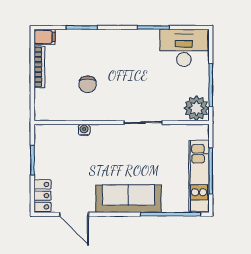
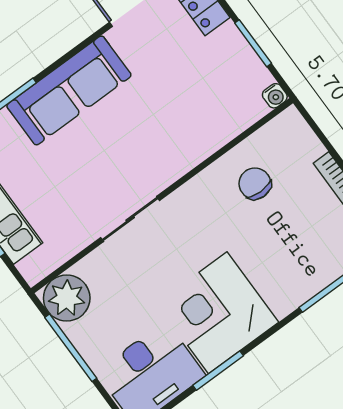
corner desk: (135, 53) -> (218, 313), added
chair: (88, 84) -> (255, 184), moved
water cooler: (84, 130) -> (275, 96), moved

